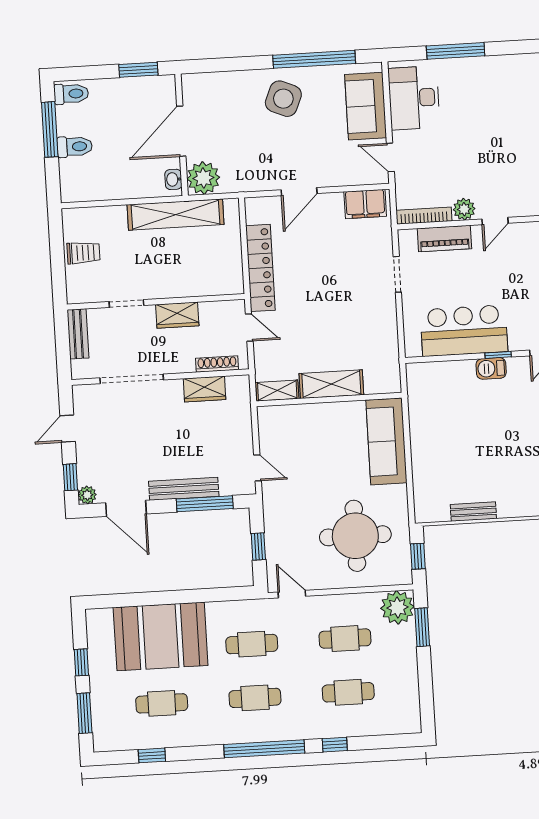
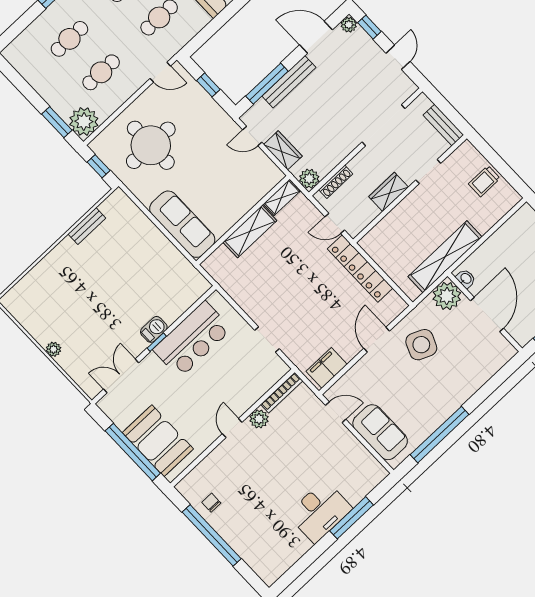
desk: (414, 98) -> (320, 511), moved, turned 90
side table: (283, 99) -> (421, 345), moved
piano: (444, 239) -> (256, 389), removed
plant: (238, 387) -> (309, 179), added
wardrobe: (205, 389) -> (283, 150), moved, turned 90

